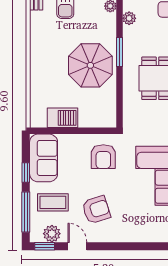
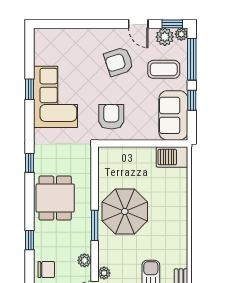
barbecue: (63, 118) -> (172, 157), moved
plant: (36, 236) -> (181, 34), added

